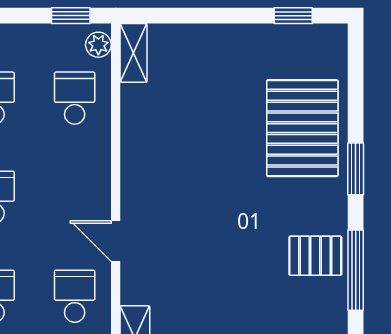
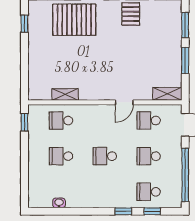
plant: (98, 45) -> (37, 110), removed
shelving: (134, 53) -> (65, 94), moved

